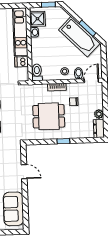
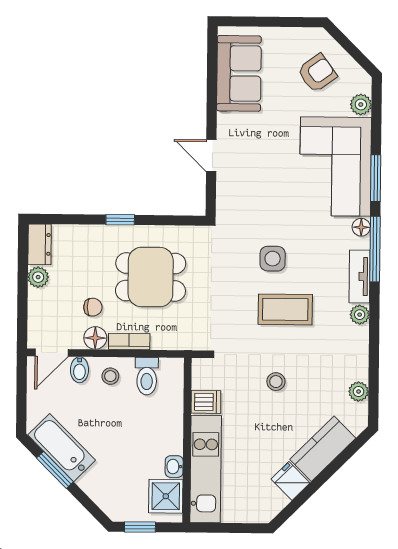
bathtub: (79, 37) -> (62, 448), width x0.73, depth x0.73
toilet: (37, 72) -> (147, 376), moved
floor lamp: (72, 88) -> (95, 338), added

